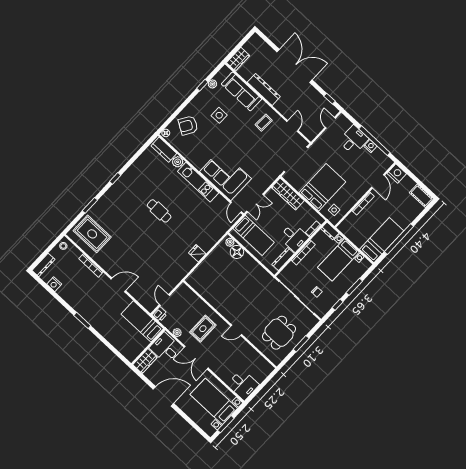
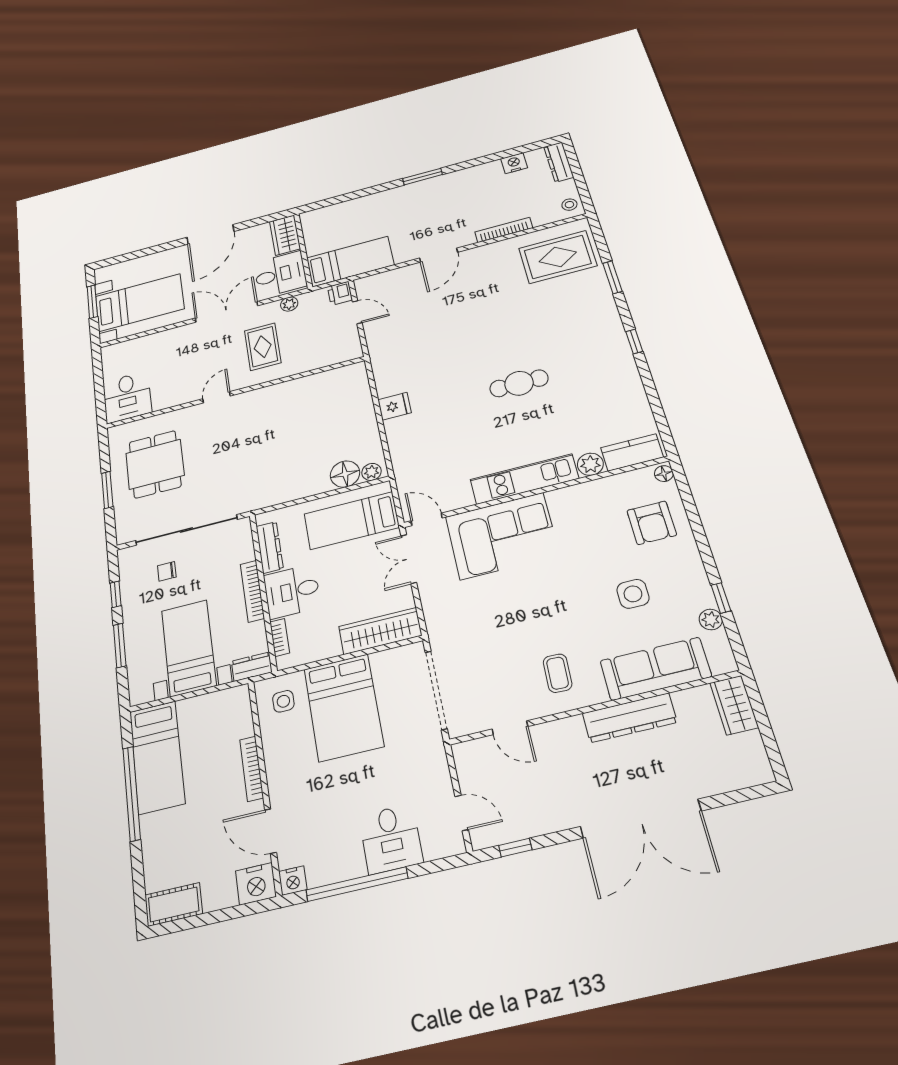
armchair: (188, 125) -> (652, 523), turned 149
nightstand: (370, 146) -> (293, 881), moved
desk: (243, 385) -> (127, 397), moved, turned -90

